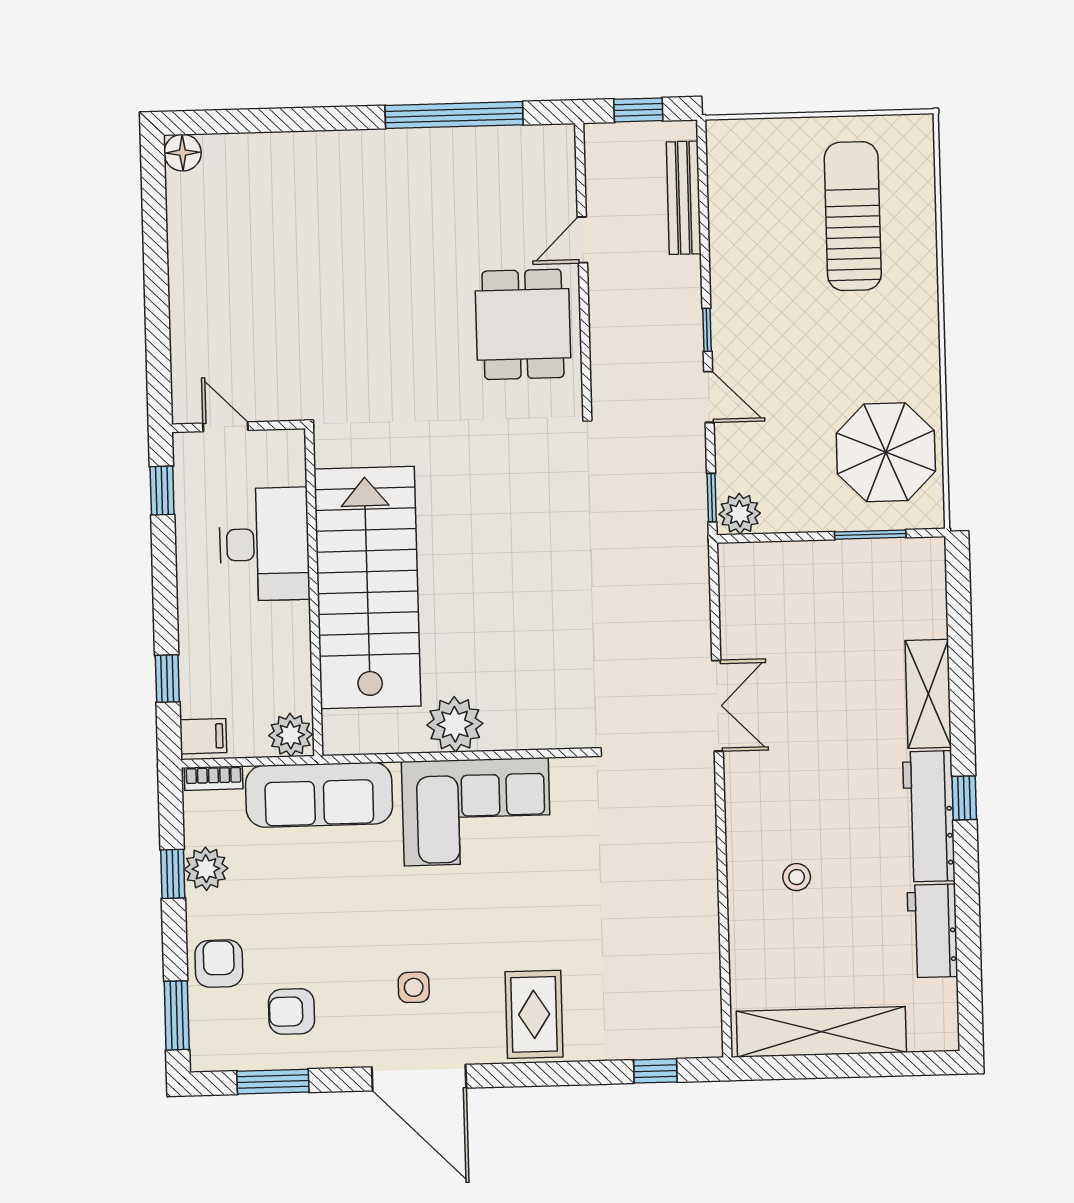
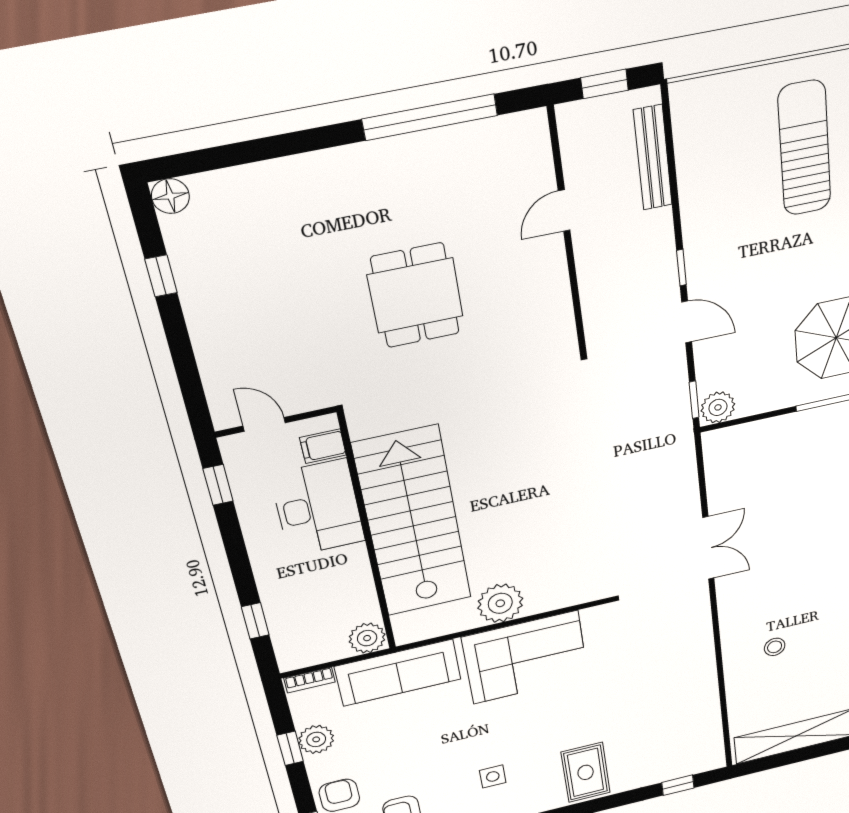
window: (155, 235) -> (161, 276), added
dining table: (523, 324) -> (415, 295), moved
filing cabinet: (203, 736) -> (323, 446), moved, turned 180

